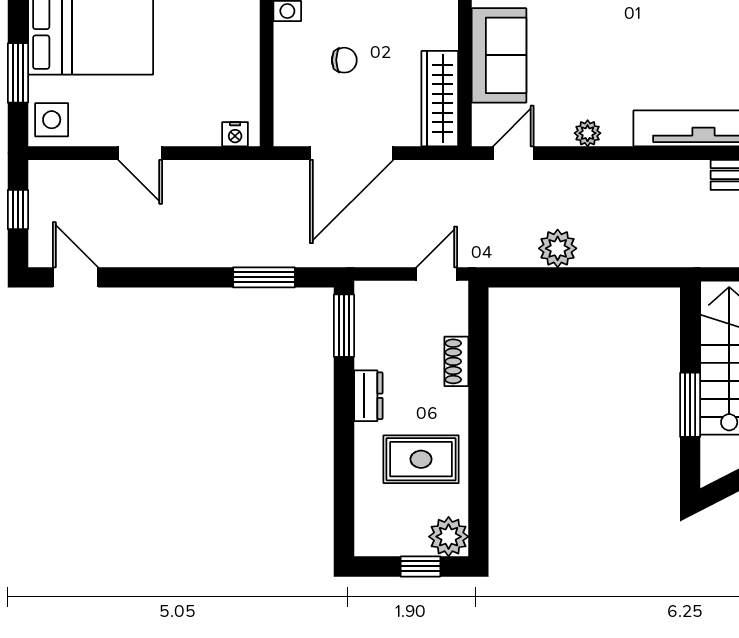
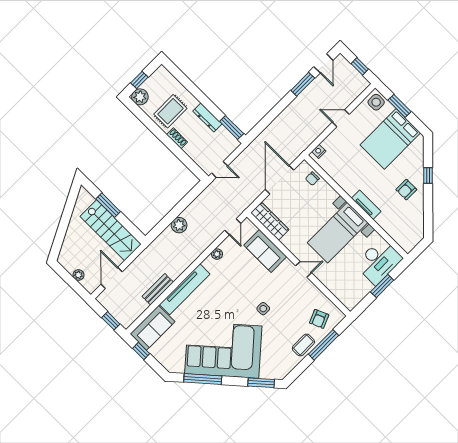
chair: (344, 60) -> (312, 179), moved
plant: (558, 248) -> (179, 225), moved
door: (437, 274) -> (220, 169), hinge flipped
door: (75, 277) -> (323, 63), hinge flipped
window: (264, 277) -> (303, 84), moved
shoe rack: (456, 361) -> (177, 138), moved
dresser: (368, 396) -> (207, 117), width x1.44

